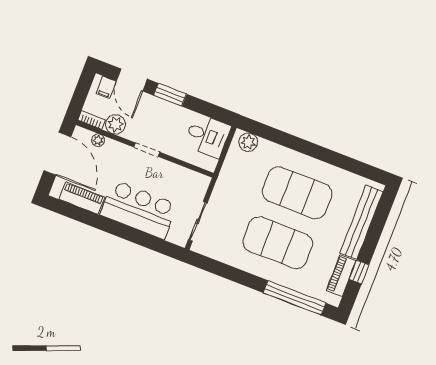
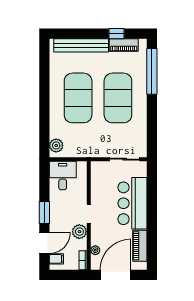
plant: (115, 124) -> (79, 232), moved

